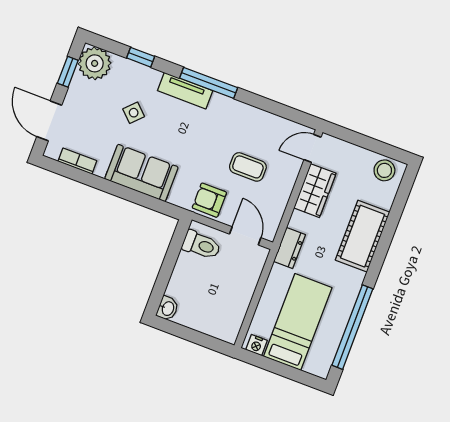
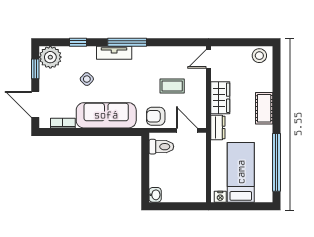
sofa: (141, 173) -> (106, 115), width x1.36
wardrobe: (315, 191) -> (220, 98), moved
cot: (363, 236) -> (264, 108), width x0.73, depth x0.75

